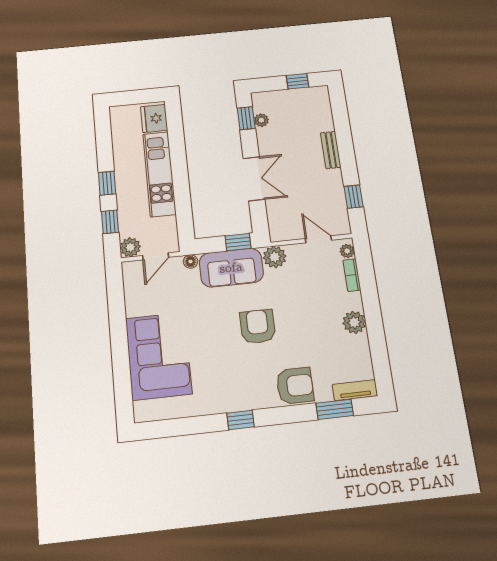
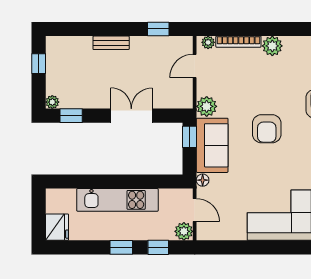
fridge: (154, 118) -> (57, 227), moved, turned -90
plant: (261, 120) -> (52, 102), moved
bookcase: (352, 275) -> (238, 42), width x1.56
armchair: (258, 327) -> (267, 129), turned -90

